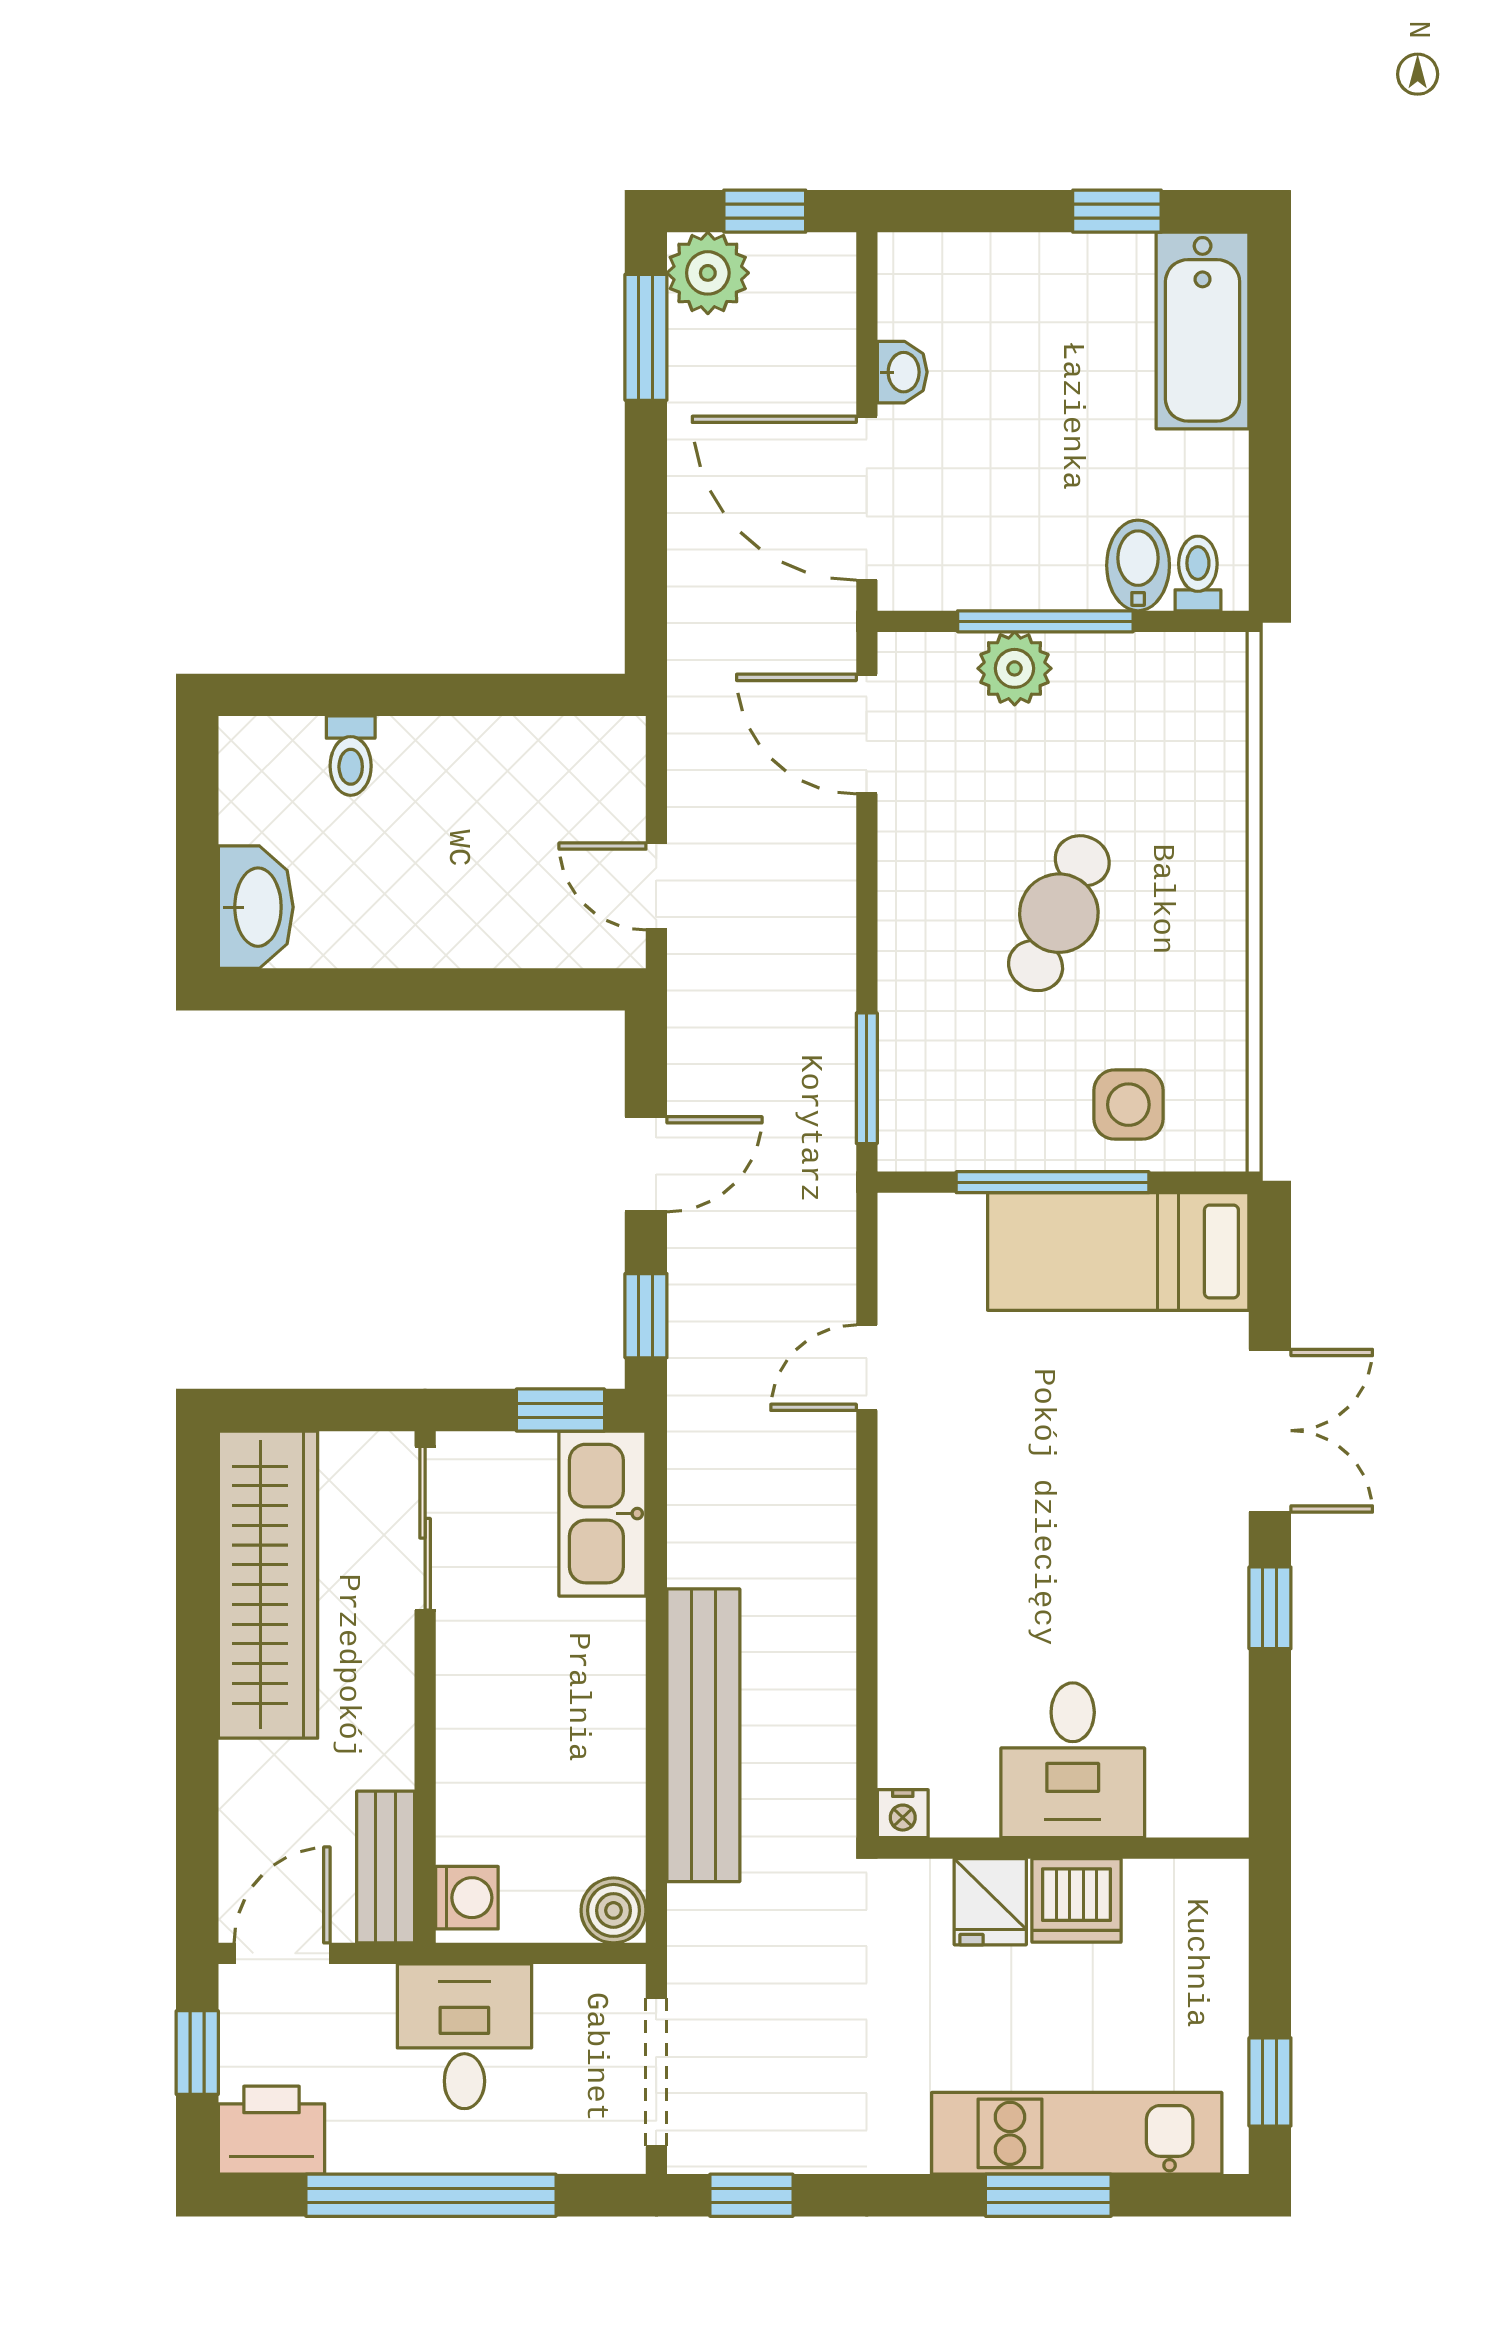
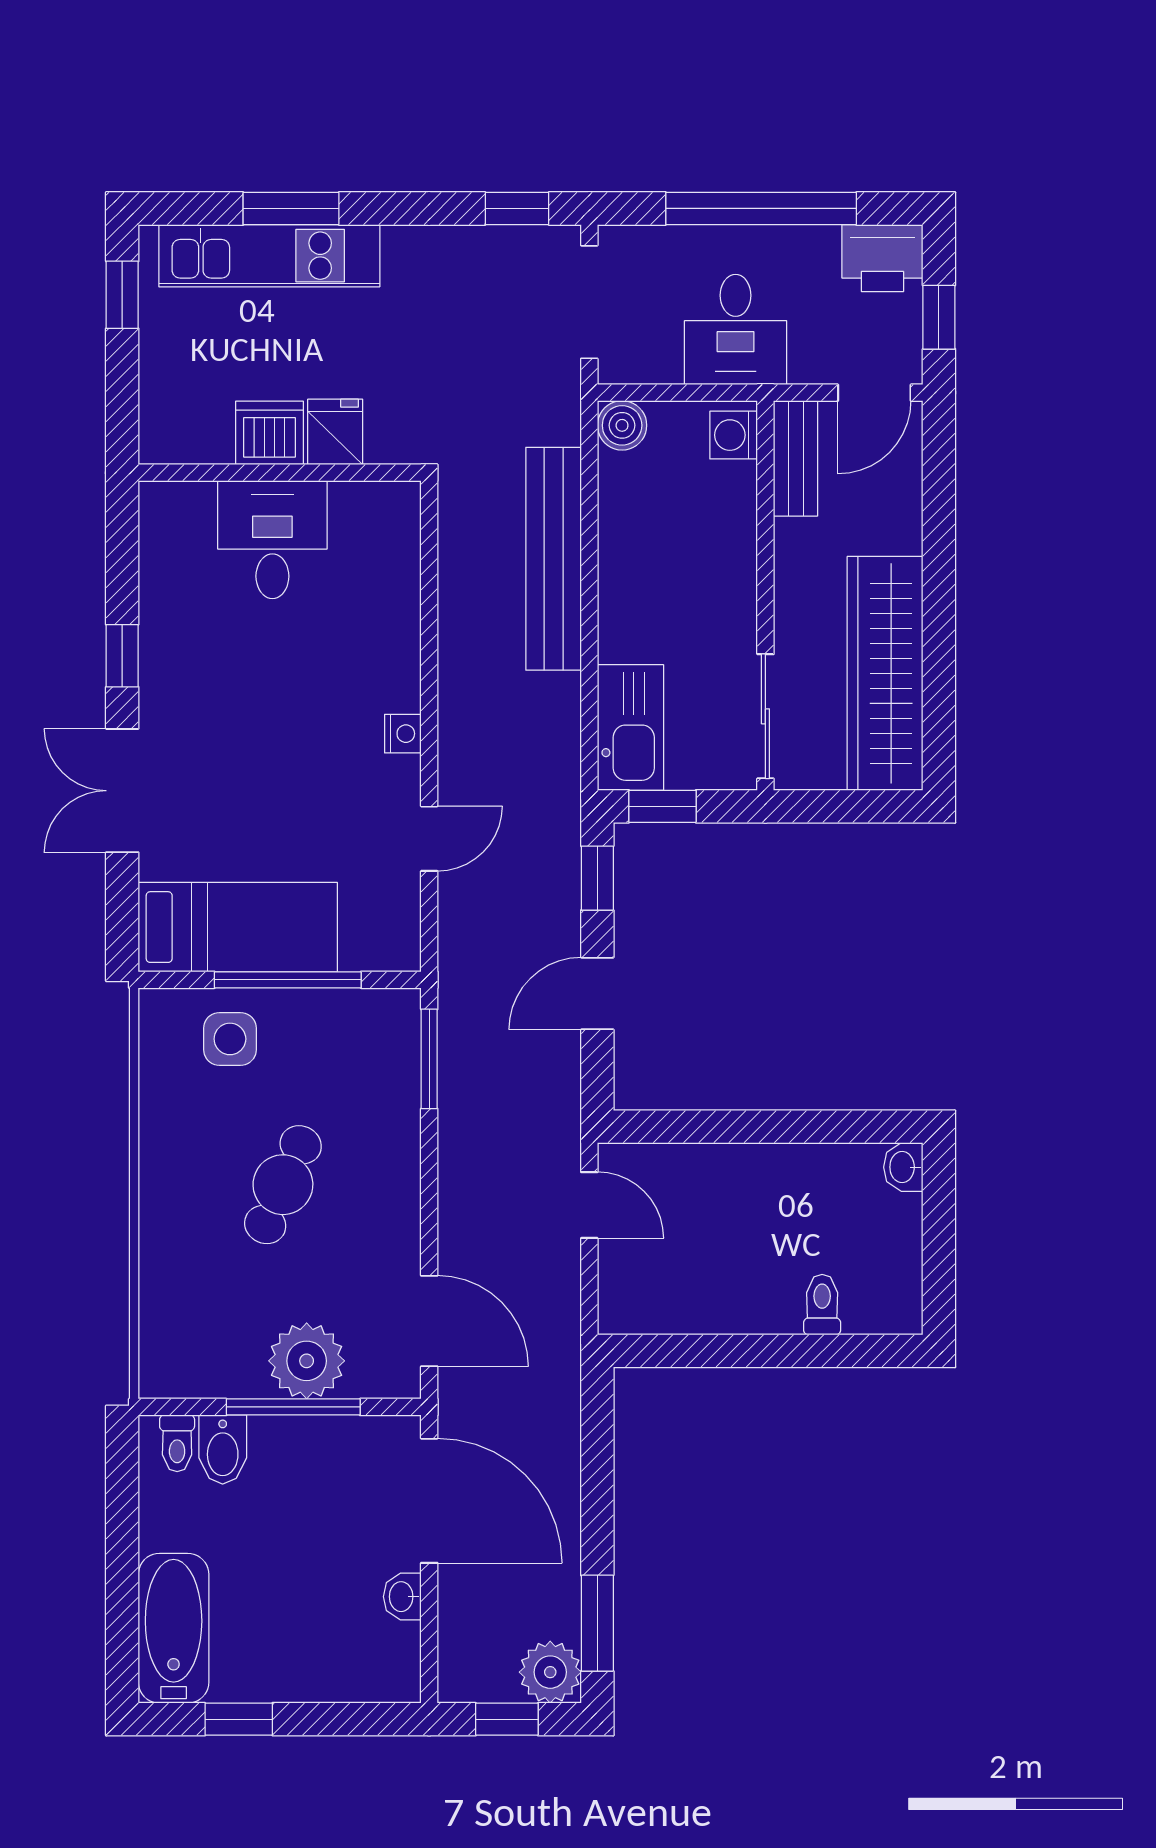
plant: (1015, 668) -> (307, 1361), width x1.36, depth x1.36
washbasin: (256, 907) -> (903, 1167), width x0.52, depth x0.69
nightstand: (903, 1814) -> (403, 734), moved, turned 90

